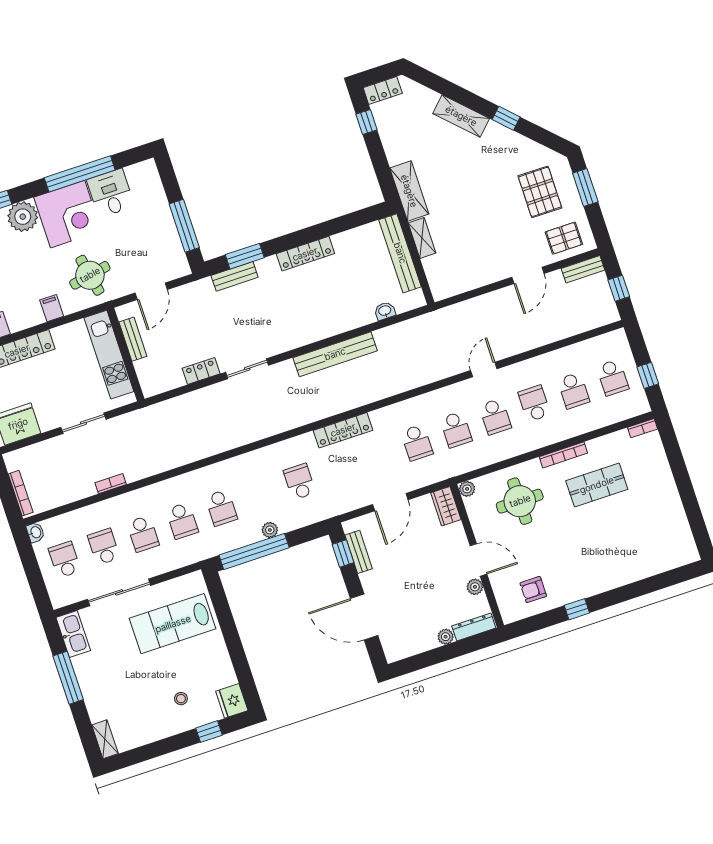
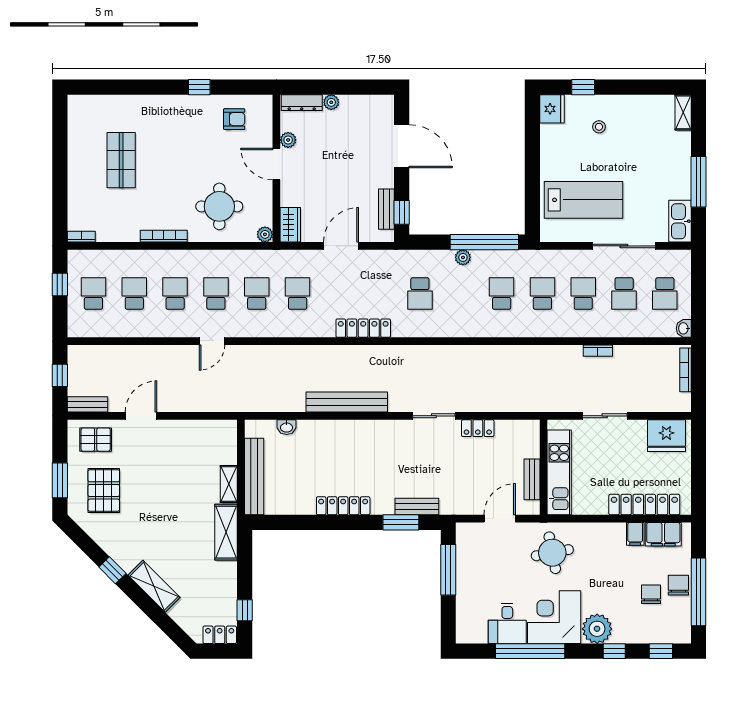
filing cabinet: (52, 308) -> (635, 534), moved
school desk: (534, 404) -> (175, 294), turned 180
shop shelf: (597, 485) -> (121, 160), moved, turned 90

